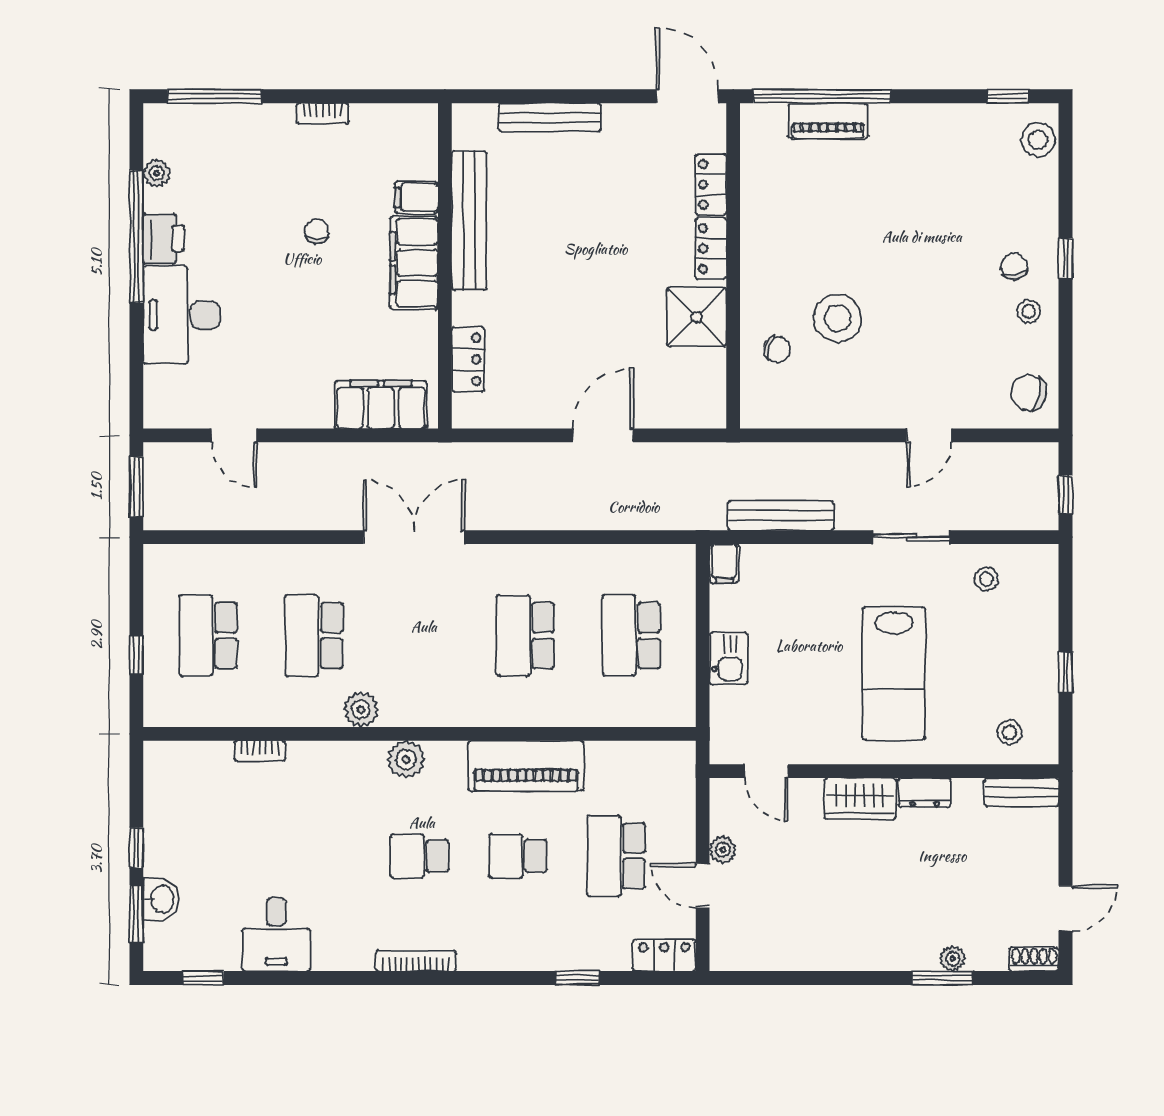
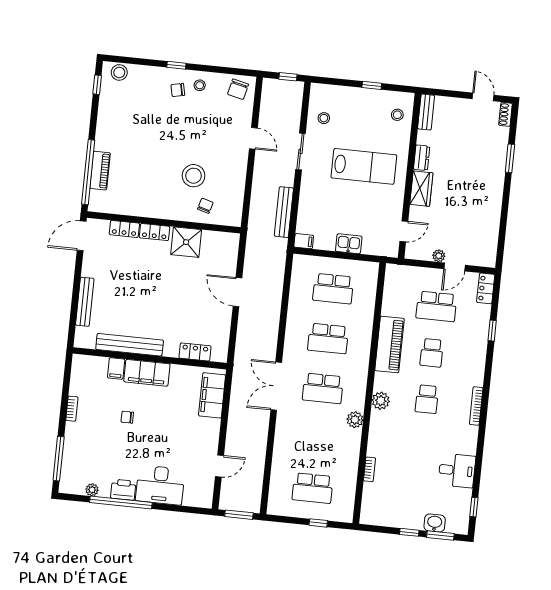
school desk: (314, 635) -> (323, 388), moved
plant: (953, 959) -> (501, 153), removed

